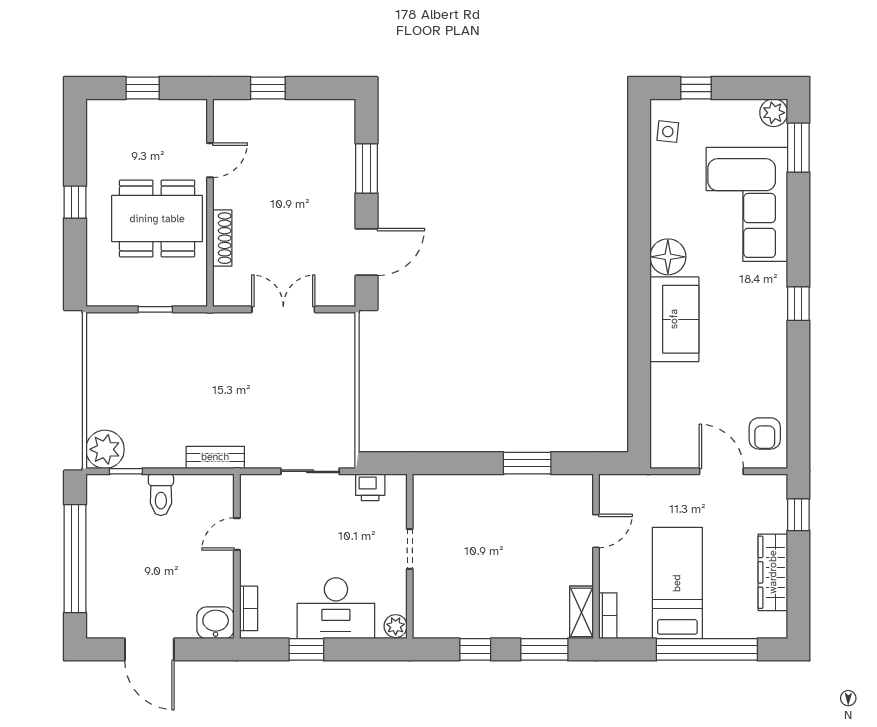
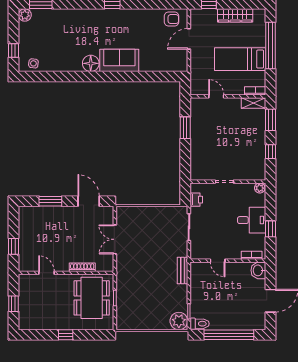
corner sofa: (747, 204) -> (67, 27), removed
dining table: (157, 219) -> (92, 298), moved
toilet: (161, 495) -> (200, 324), moved
desk: (336, 608) -> (252, 220), width x0.73

